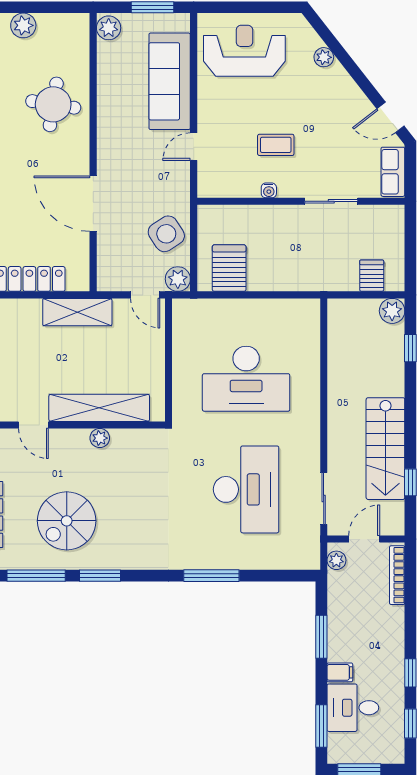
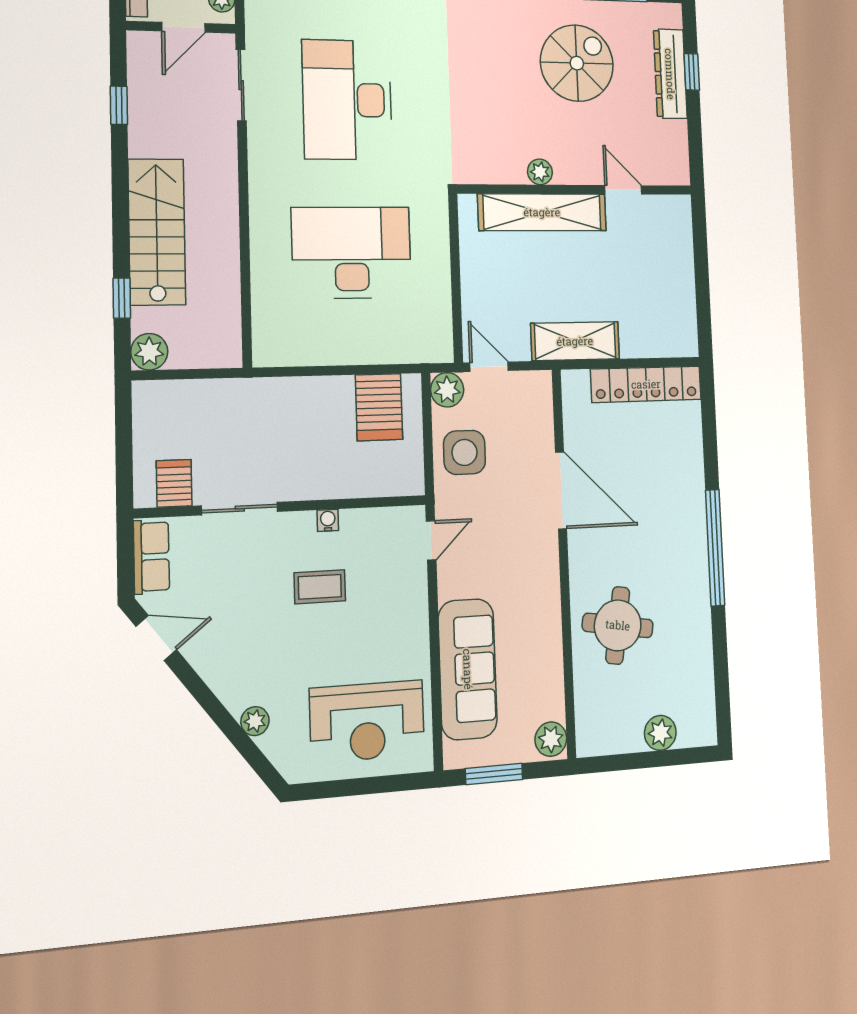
door: (194, 147) -> (431, 540), moved
side table: (166, 234) -> (464, 452), turned 33
server rack: (372, 276) -> (174, 483), moved, turned 180
stairs: (385, 449) -> (157, 232), moved

